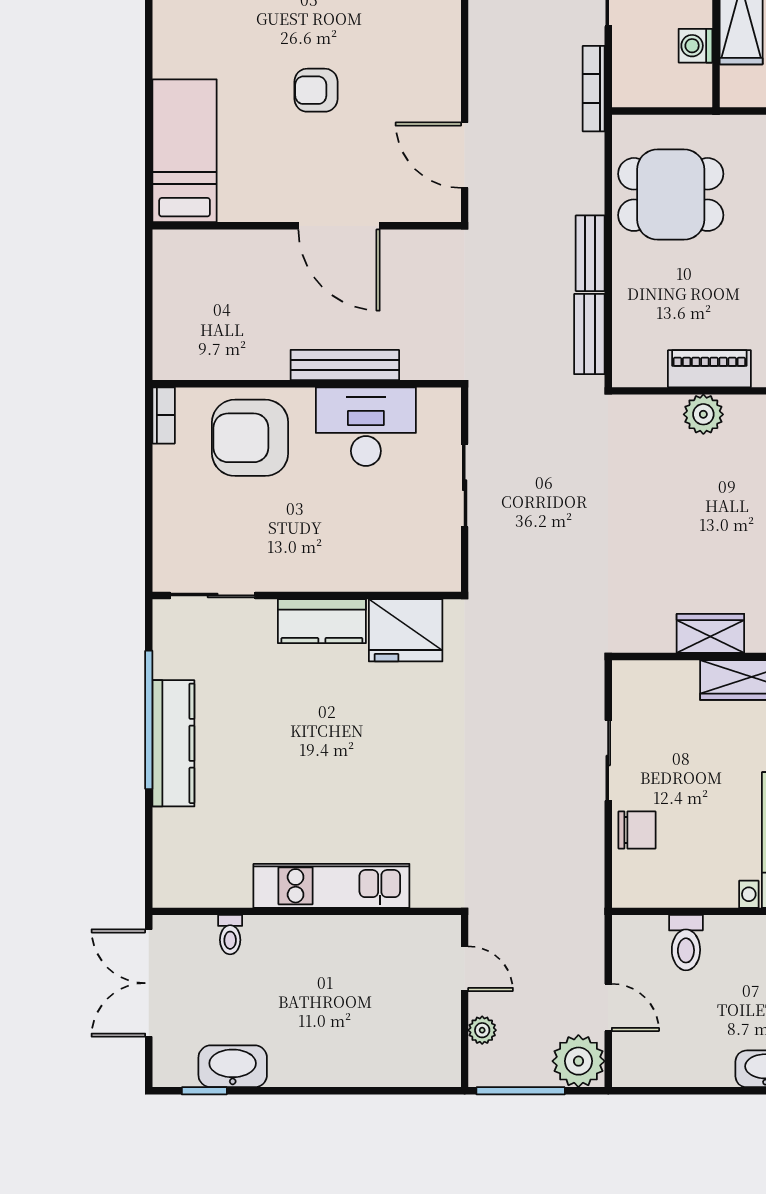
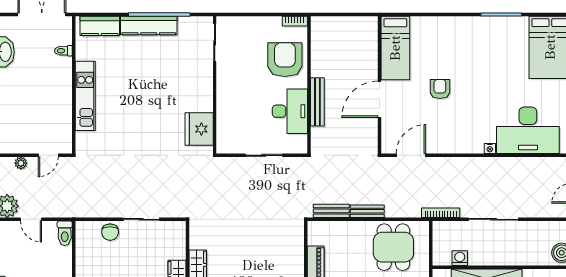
bed: (185, 151) -> (395, 48), moved, turned 90
plant: (703, 414) -> (295, 262), removed
kitchen counter: (322, 621) -> (100, 26), moved, turned -90
toilet: (686, 943) -> (65, 233), moved, turned -90
door: (608, 1007) -> (31, 219), hinge flipped

